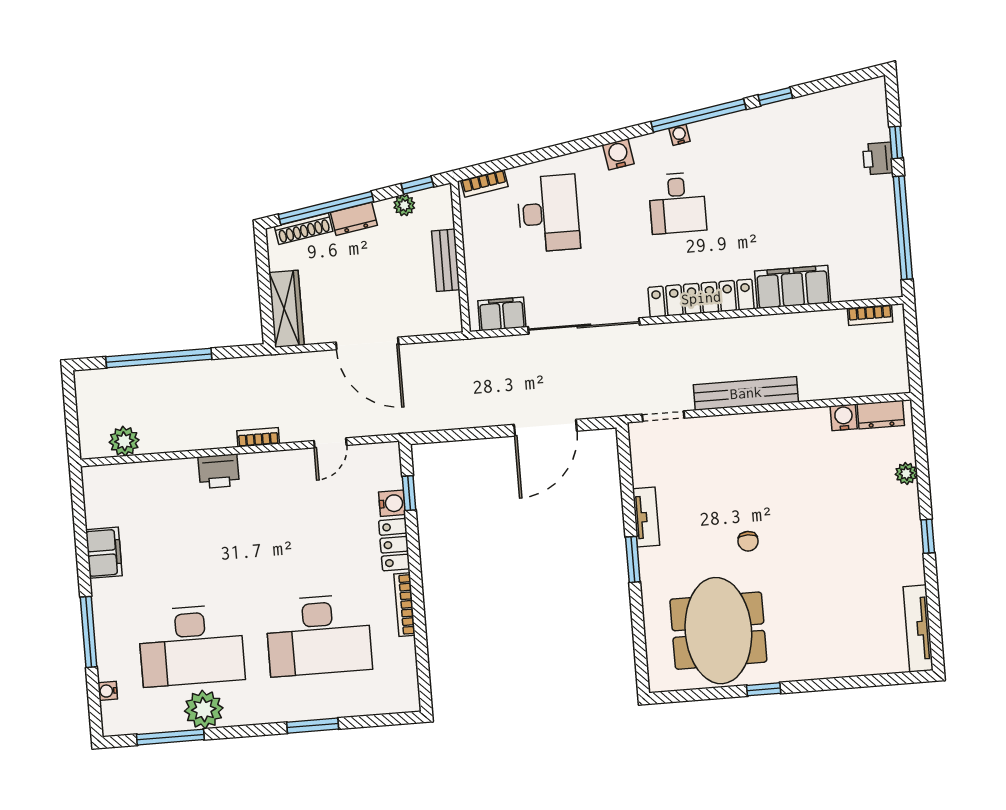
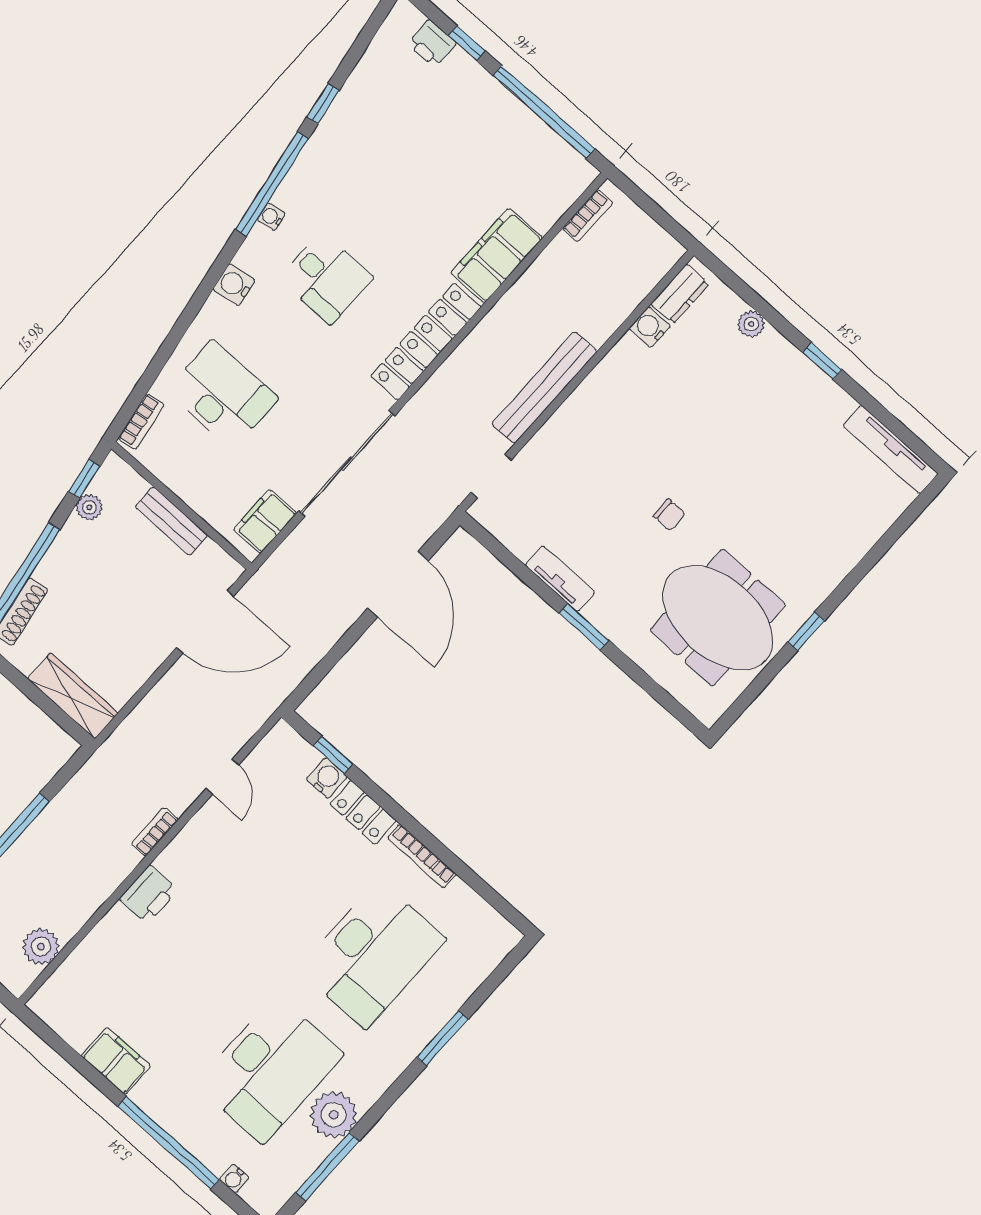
printer: (878, 158) -> (432, 44), moved
dresser: (354, 219) -> (57, 561), removed
door: (367, 343) -> (205, 622), moved
window: (89, 632) -> (168, 1143), width x1.46

